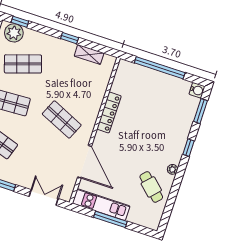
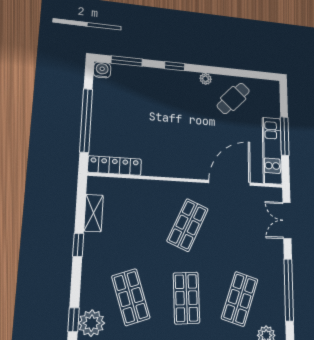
locker: (109, 113) -> (115, 166), moved

